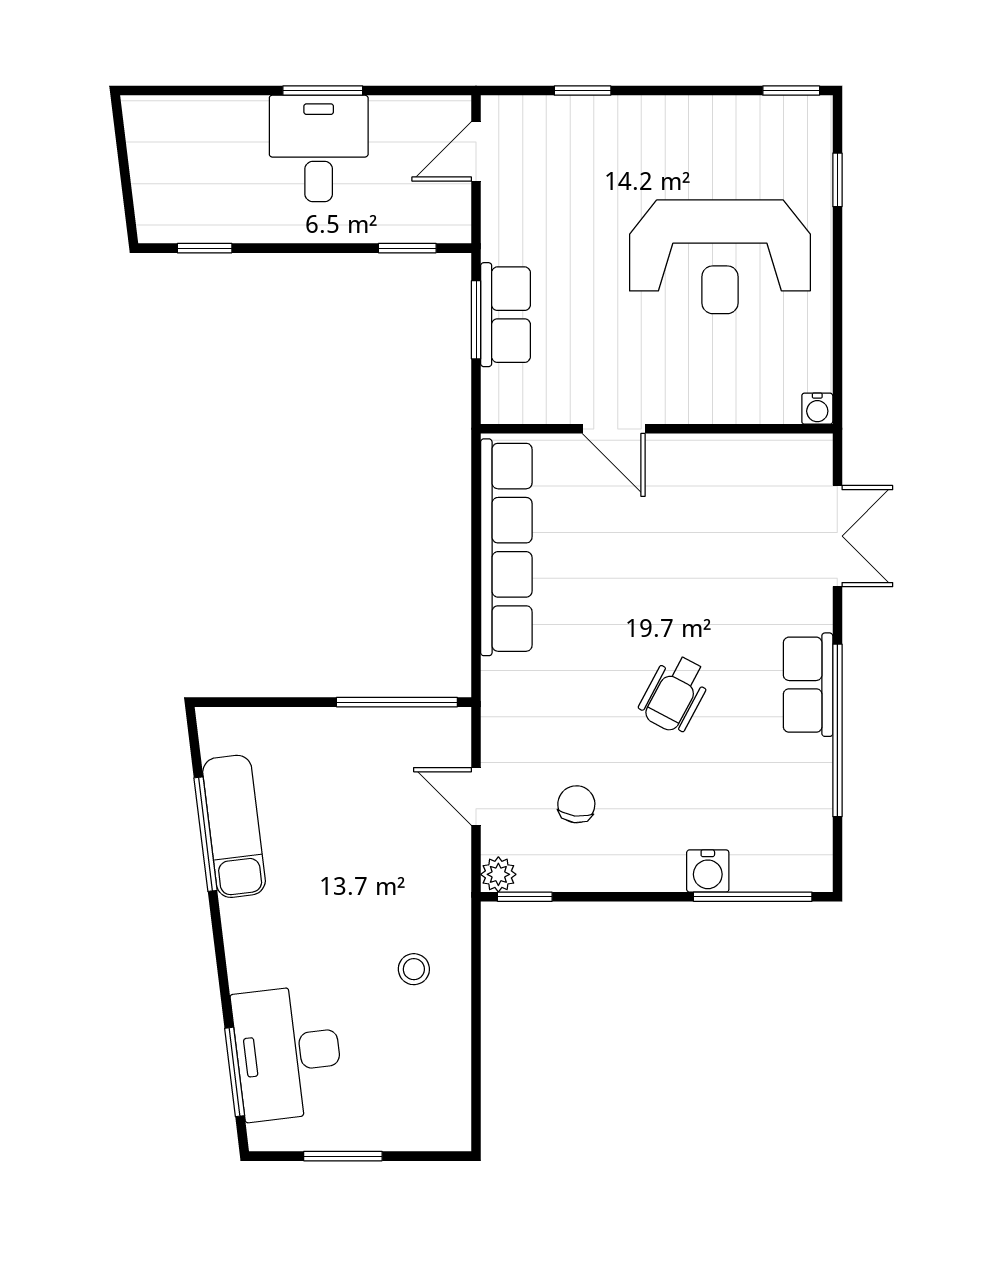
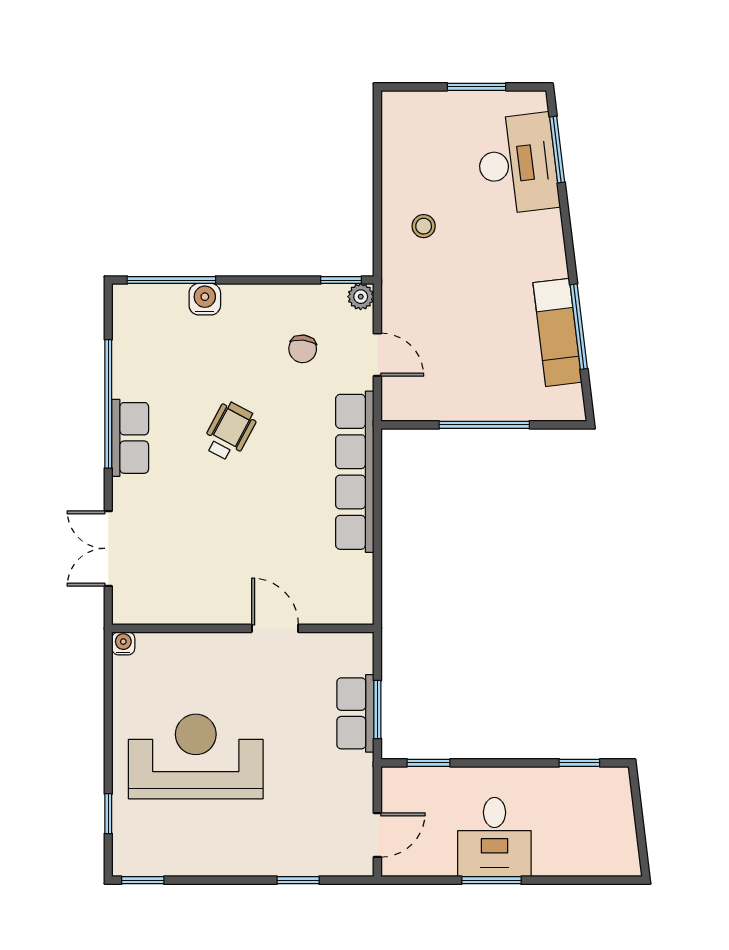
row of seats: (506, 547) -> (355, 472), moved
window: (397, 702) -> (484, 425), moved

